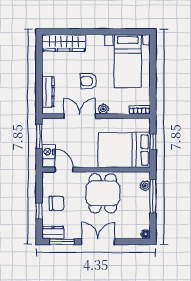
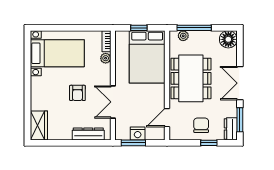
wardrobe: (64, 43) -> (39, 125), width x0.67
plant: (103, 109) -> (106, 58), moved
nightstand: (48, 152) -> (138, 134), moved
dining table: (103, 193) -> (191, 78), width x1.38
floor lamp: (146, 234) -> (228, 39), width x1.89, depth x1.89

